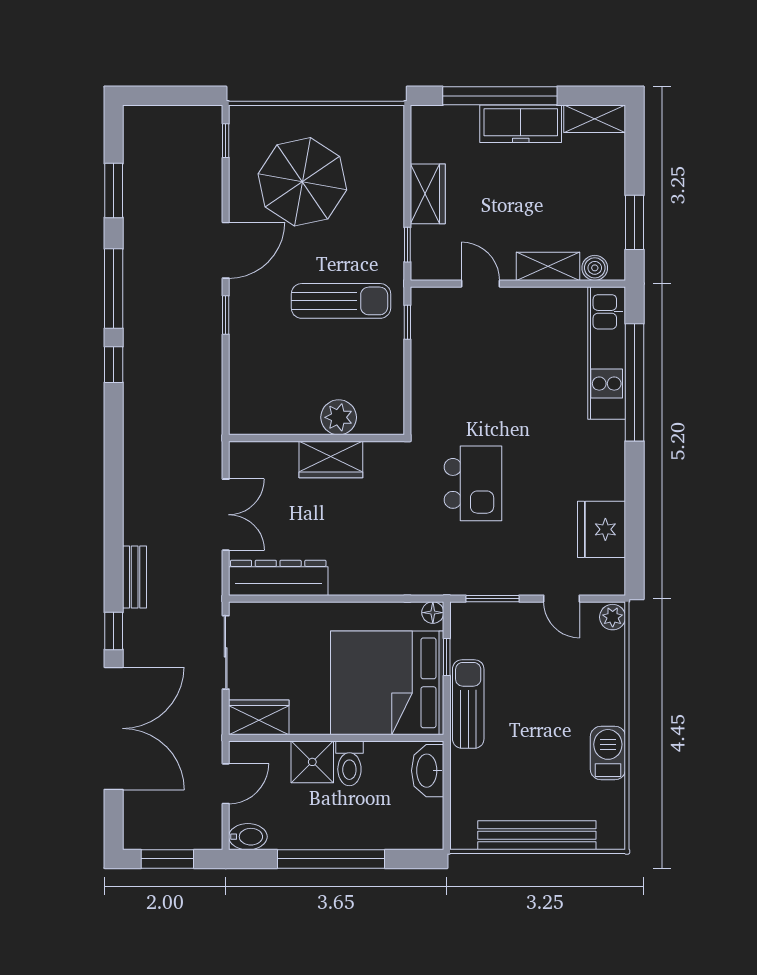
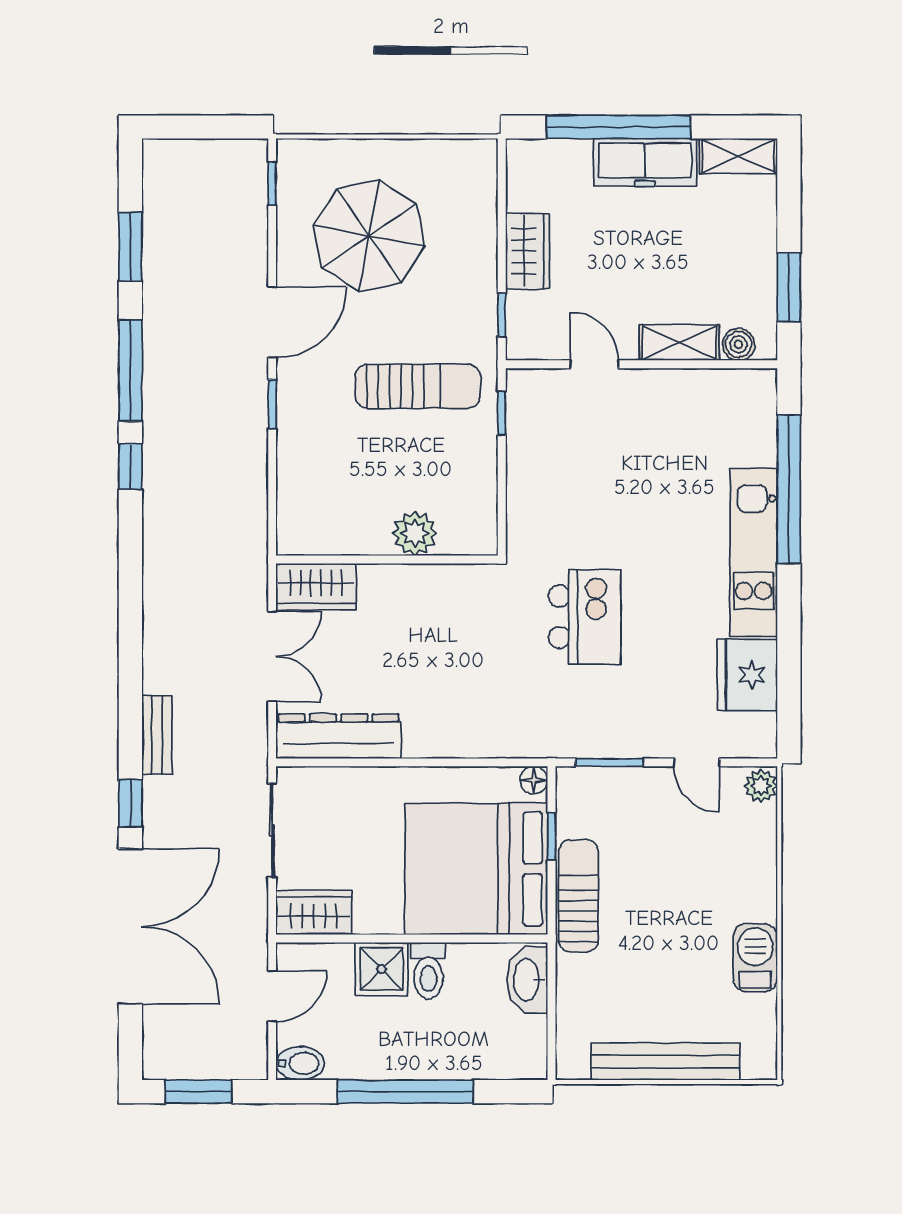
kitchen unit: (607, 353) -> (754, 552), moved
wardrobe: (331, 459) -> (316, 587), moved

